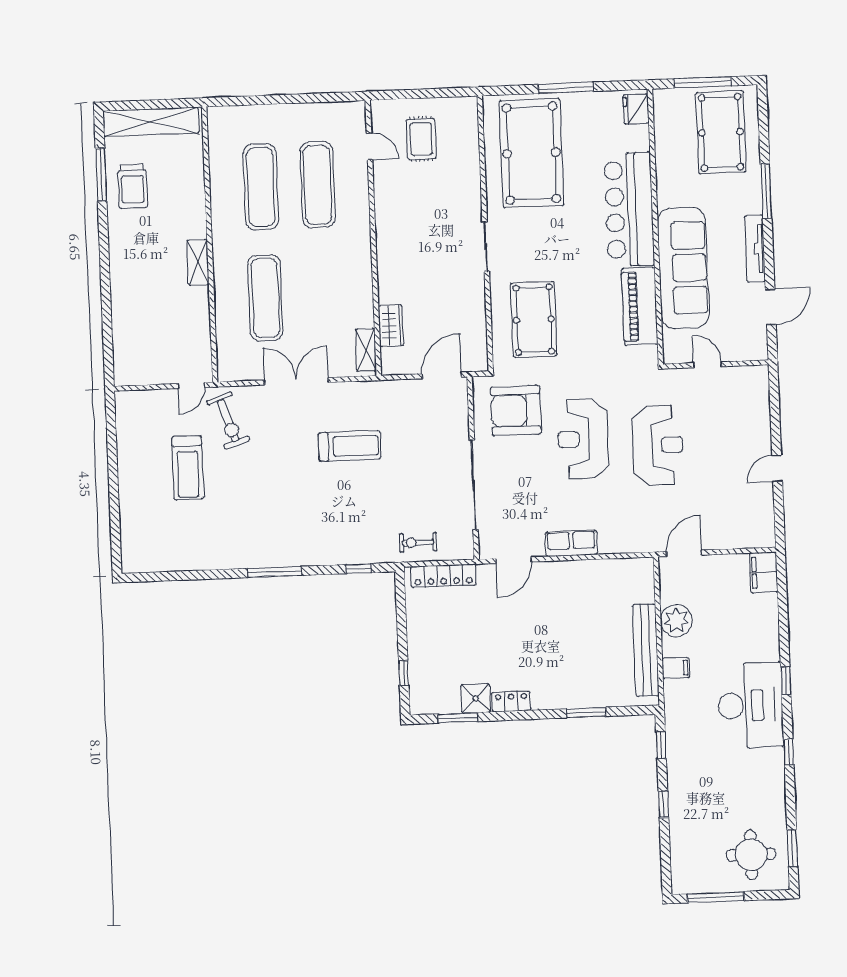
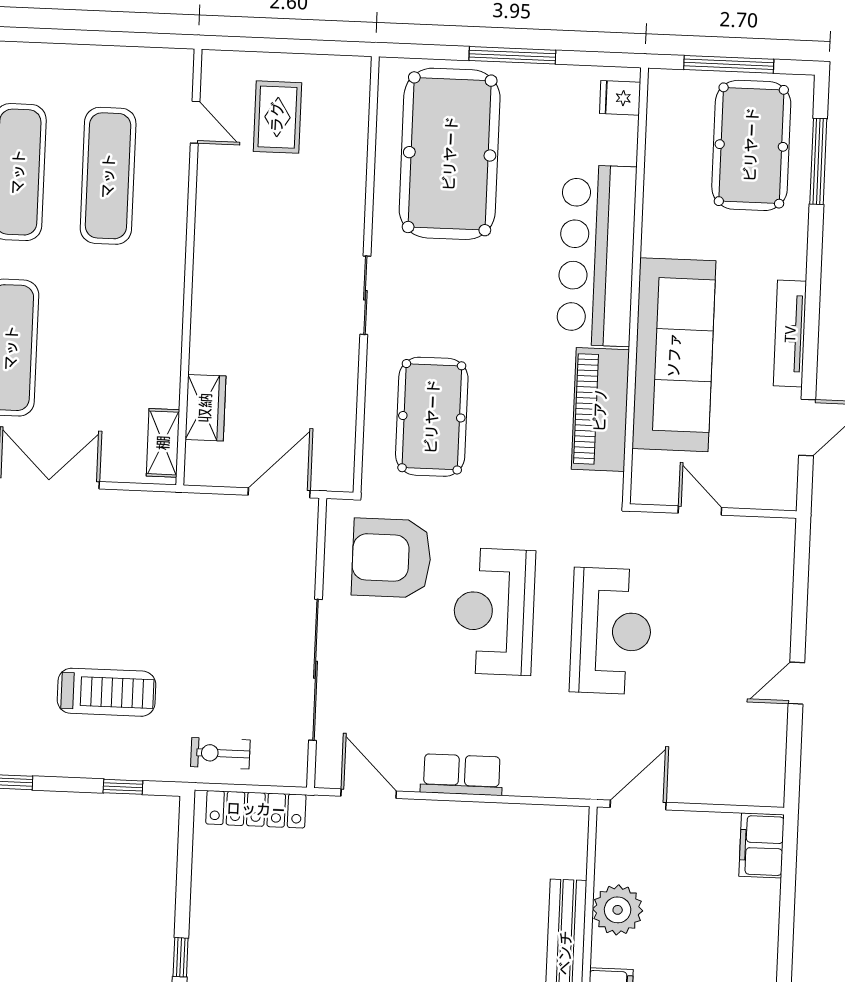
fridge: (636, 109) -> (620, 98), width x0.72
window: (766, 191) -> (818, 161), moved
treadmill: (350, 446) -> (106, 692), moved
door: (514, 560) -> (369, 794), swing flipped

